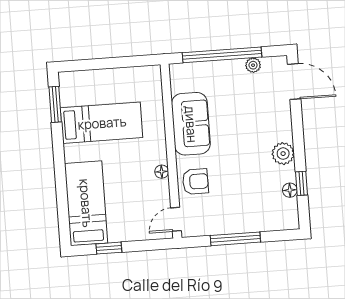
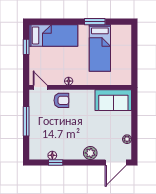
window: (222, 55) -> (134, 121), removed
window: (55, 104) -> (95, 22), moved
sofa: (191, 124) -> (113, 100), moved
plant: (283, 154) -> (90, 153), moved
armchair: (195, 182) -> (61, 100), turned -90

